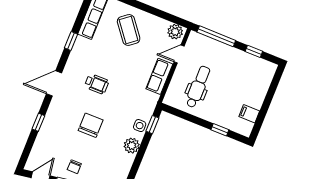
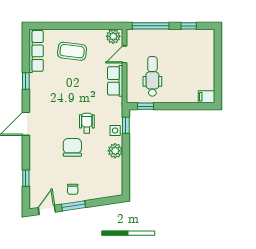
coffee table: (129, 30) -> (72, 51), turned -45
wheelchair: (97, 84) -> (87, 123), moved, turned -90
filing cabinet: (249, 114) -> (206, 97), moved
window: (38, 122) -> (26, 178), moved
window: (220, 130) -> (145, 106), moved

